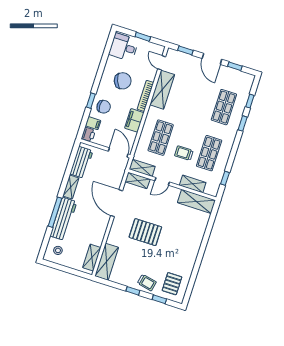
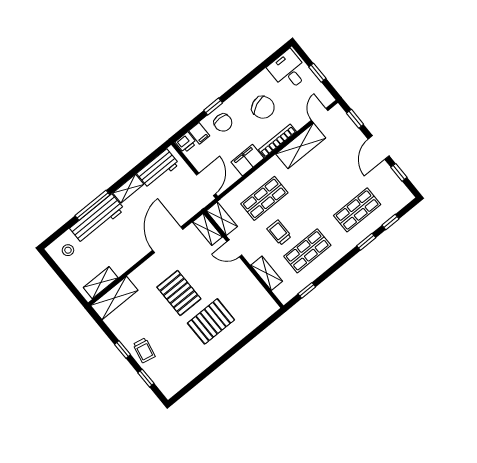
shelving: (196, 201) -> (258, 295), removed
pallet: (172, 284) -> (211, 321), moved, width x1.50, depth x1.42

